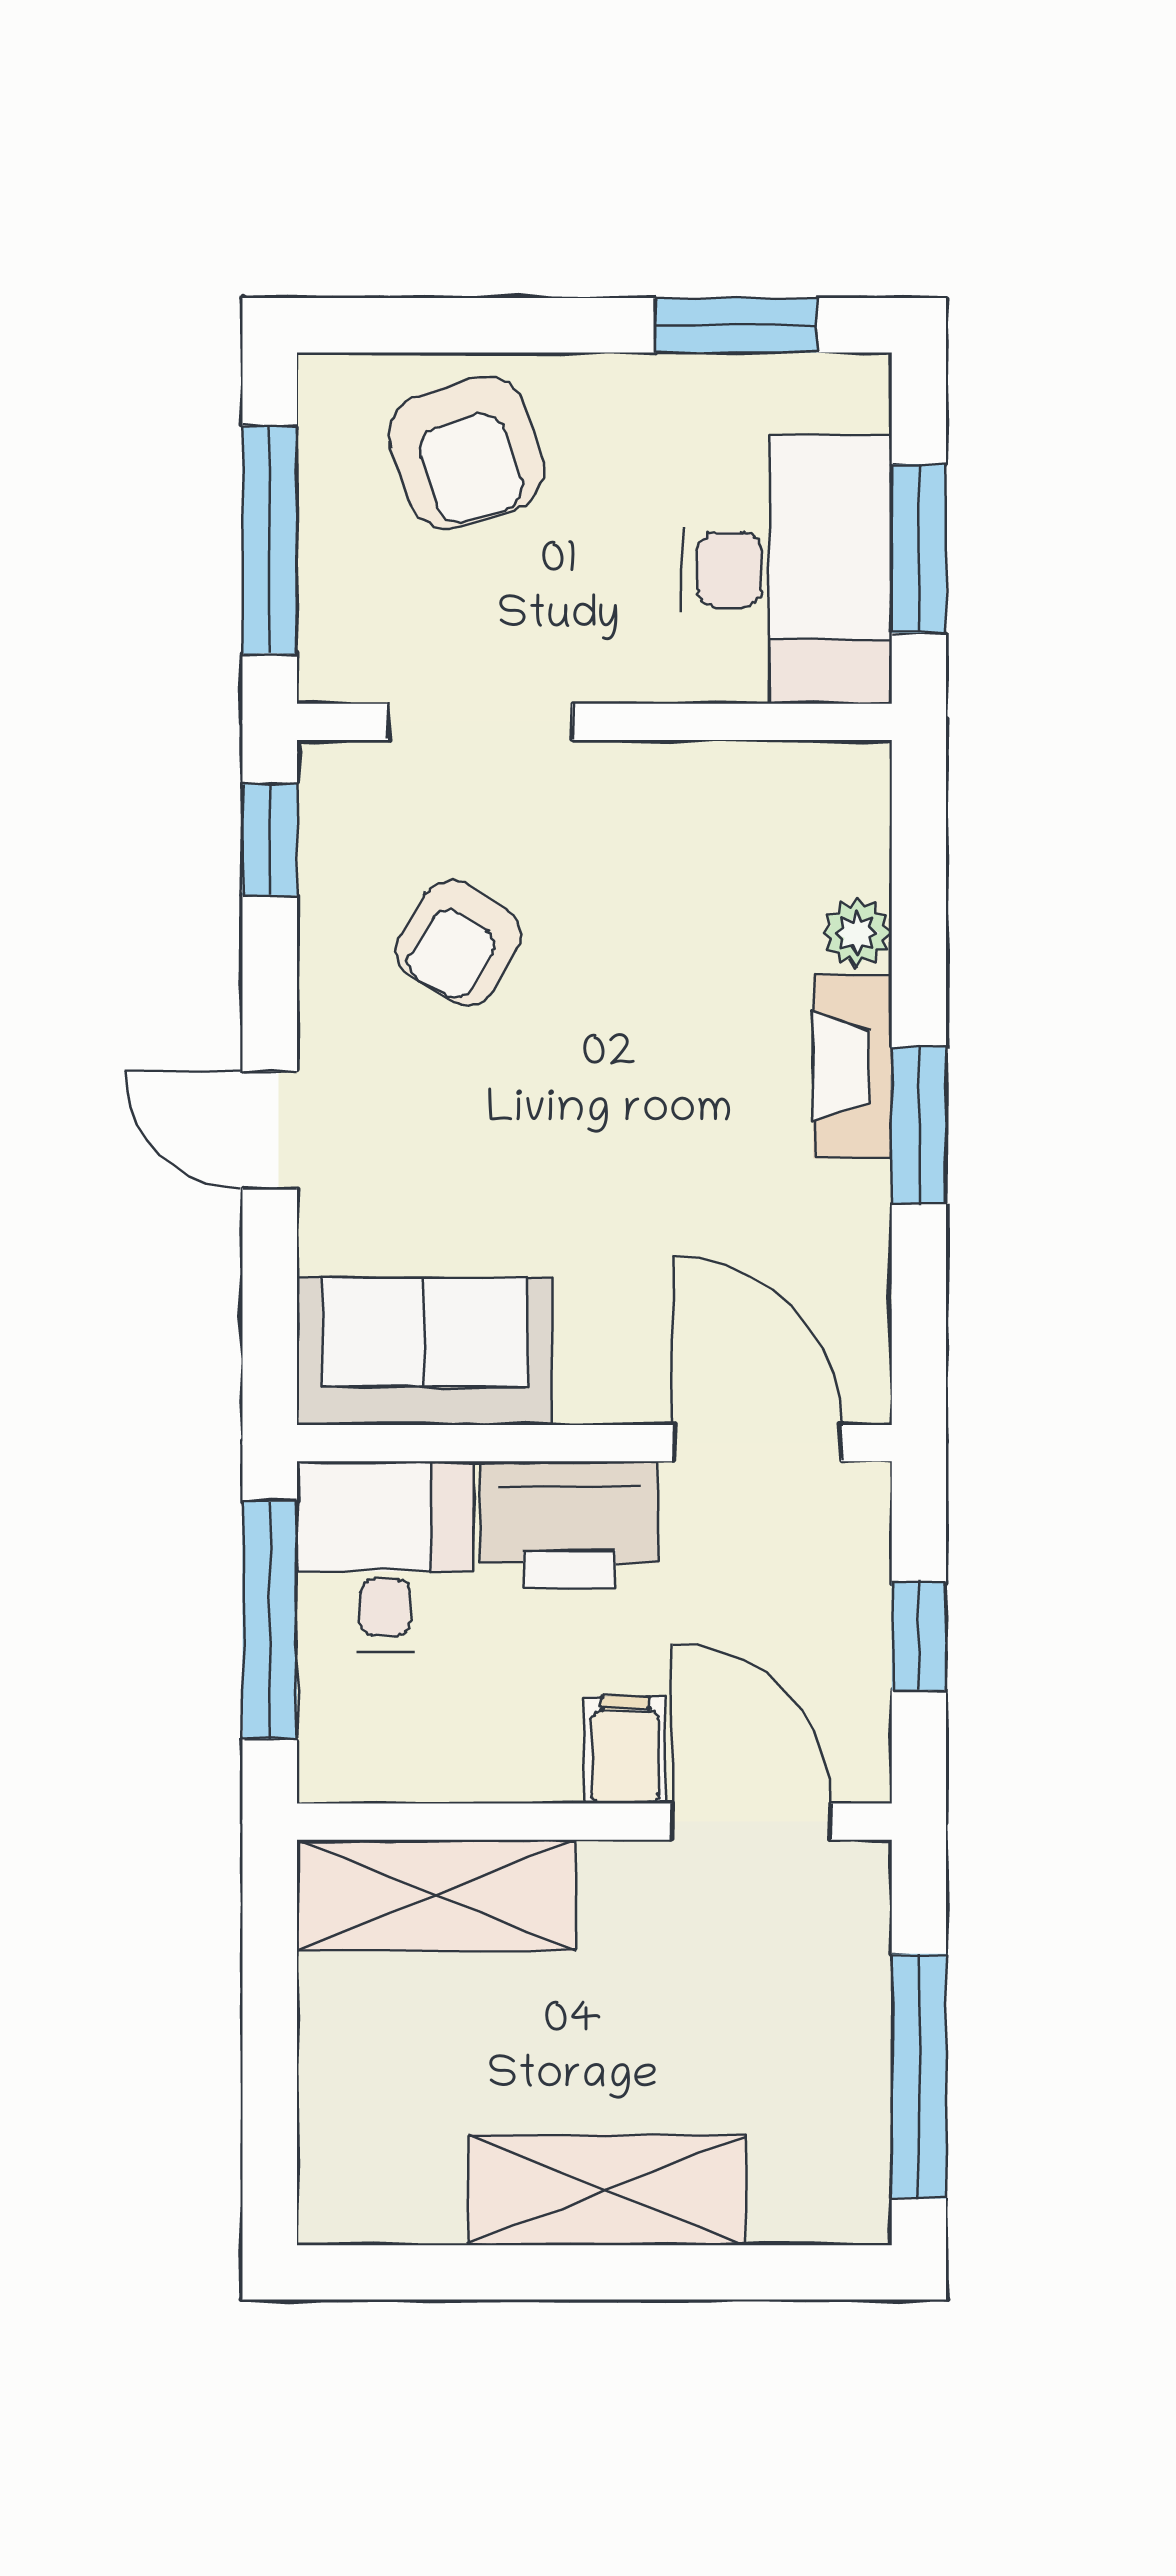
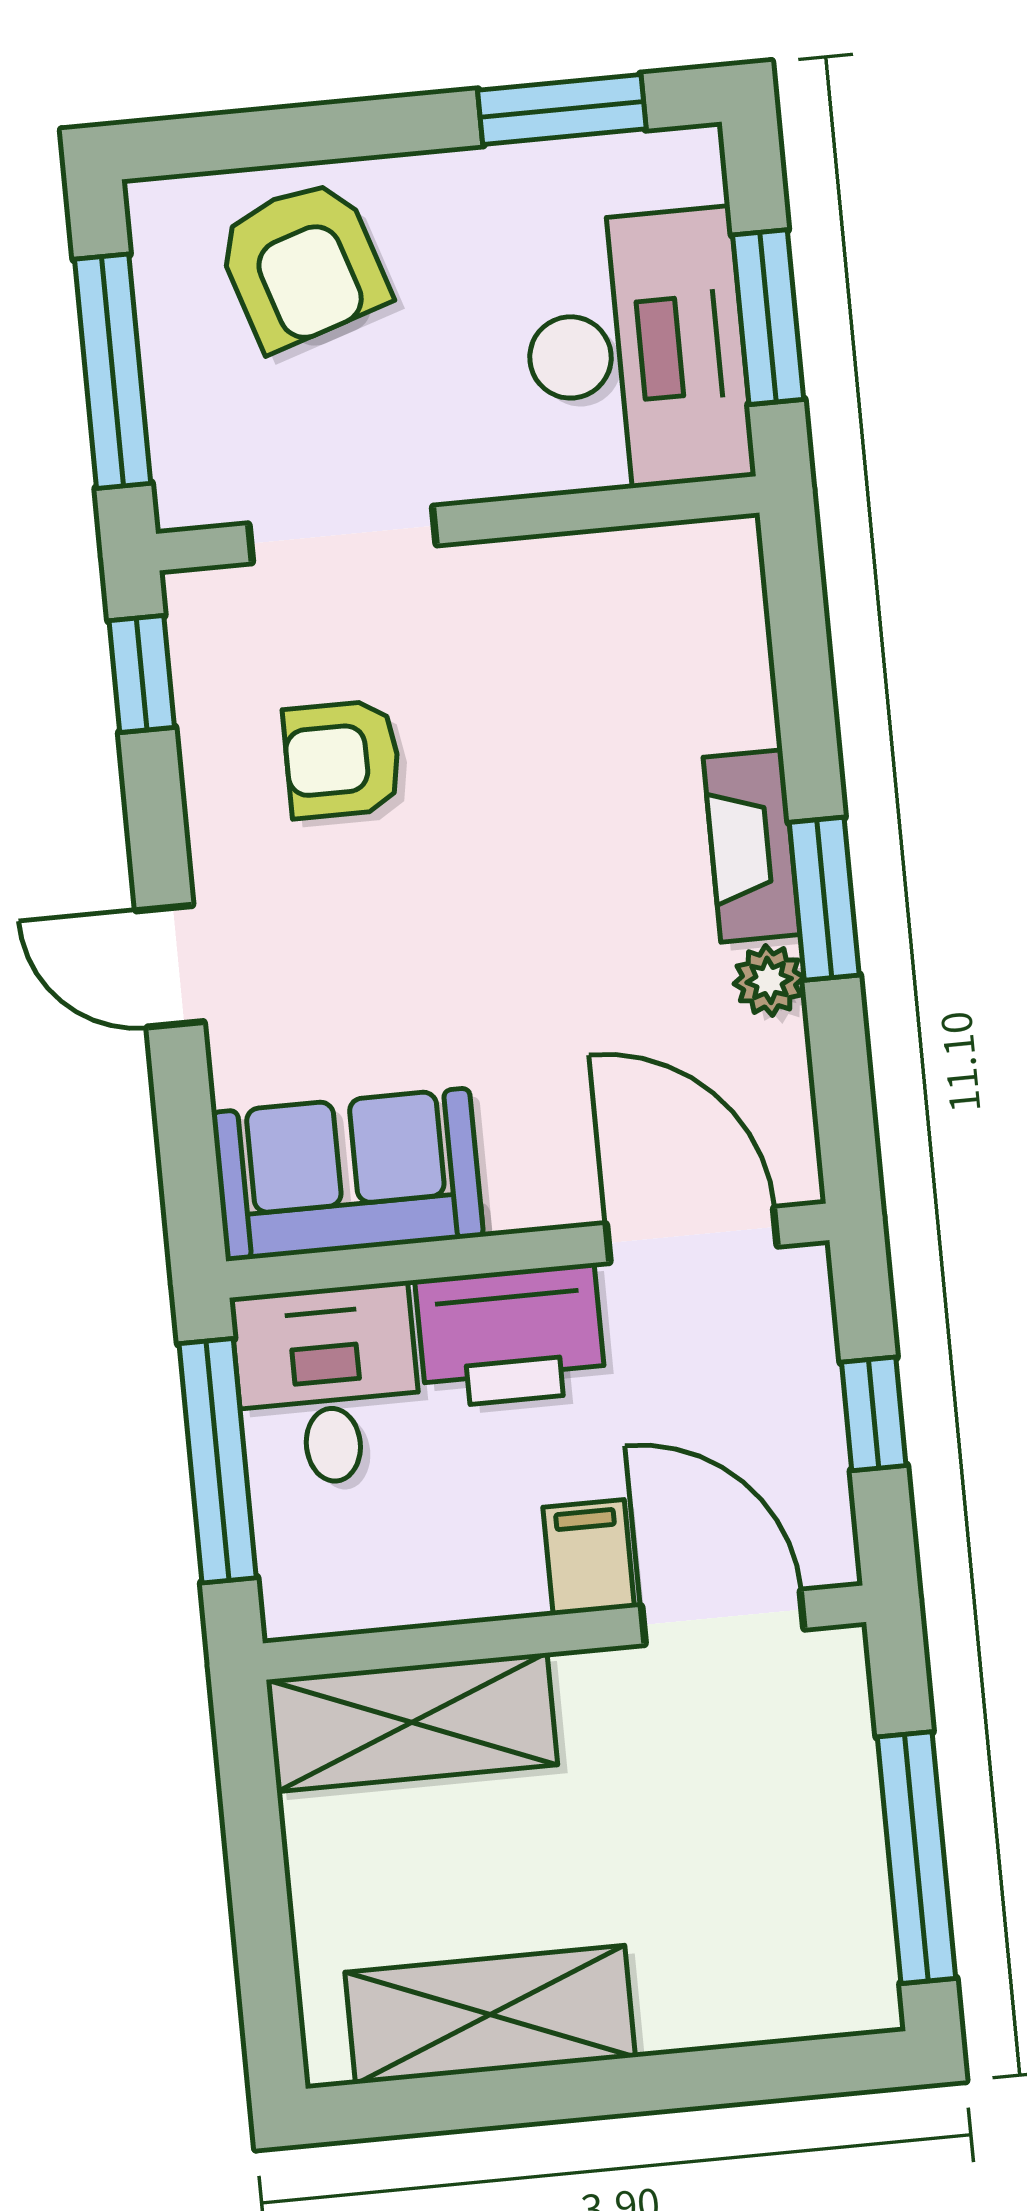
plant: (857, 933) -> (769, 980), moved
armchair: (459, 943) -> (342, 759), turned 58
shelving: (607, 2190) -> (490, 2015), moved

